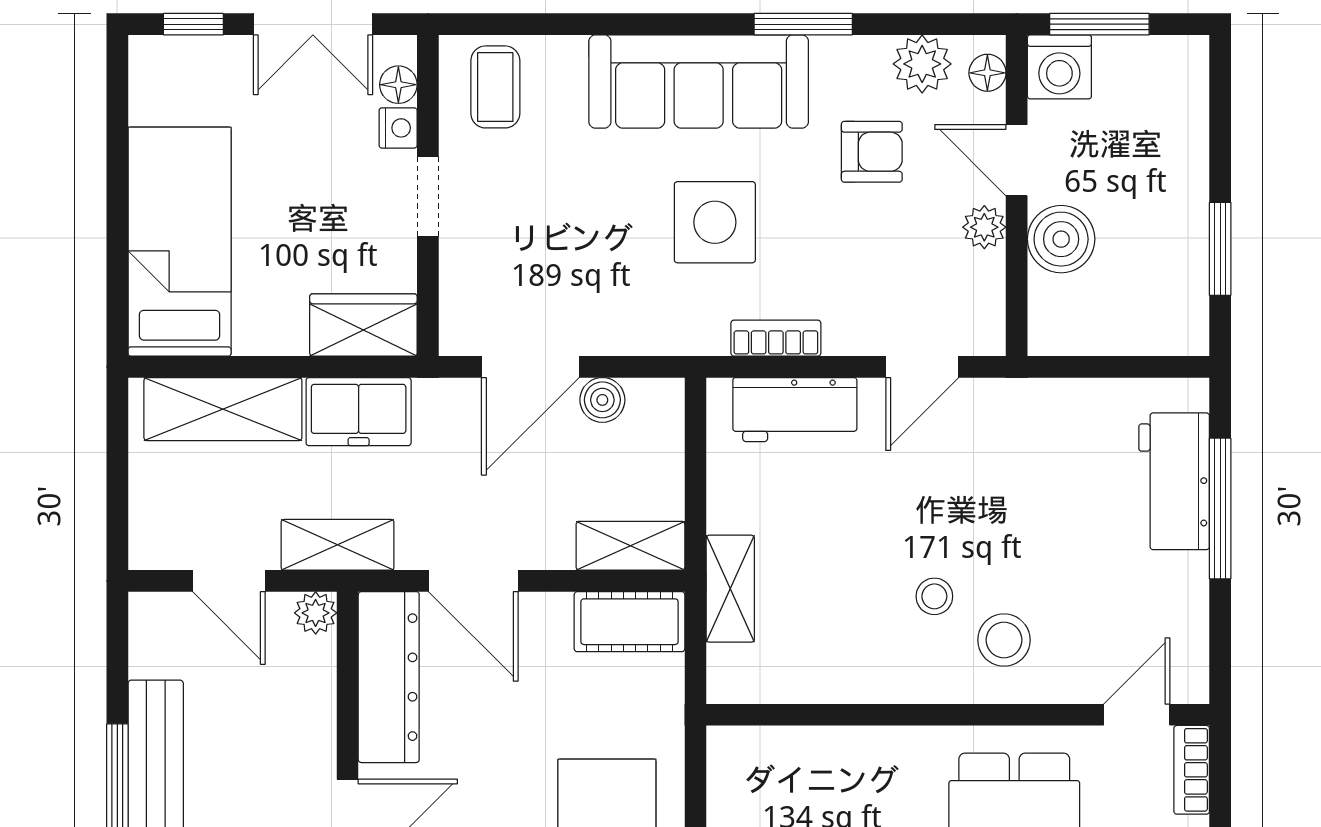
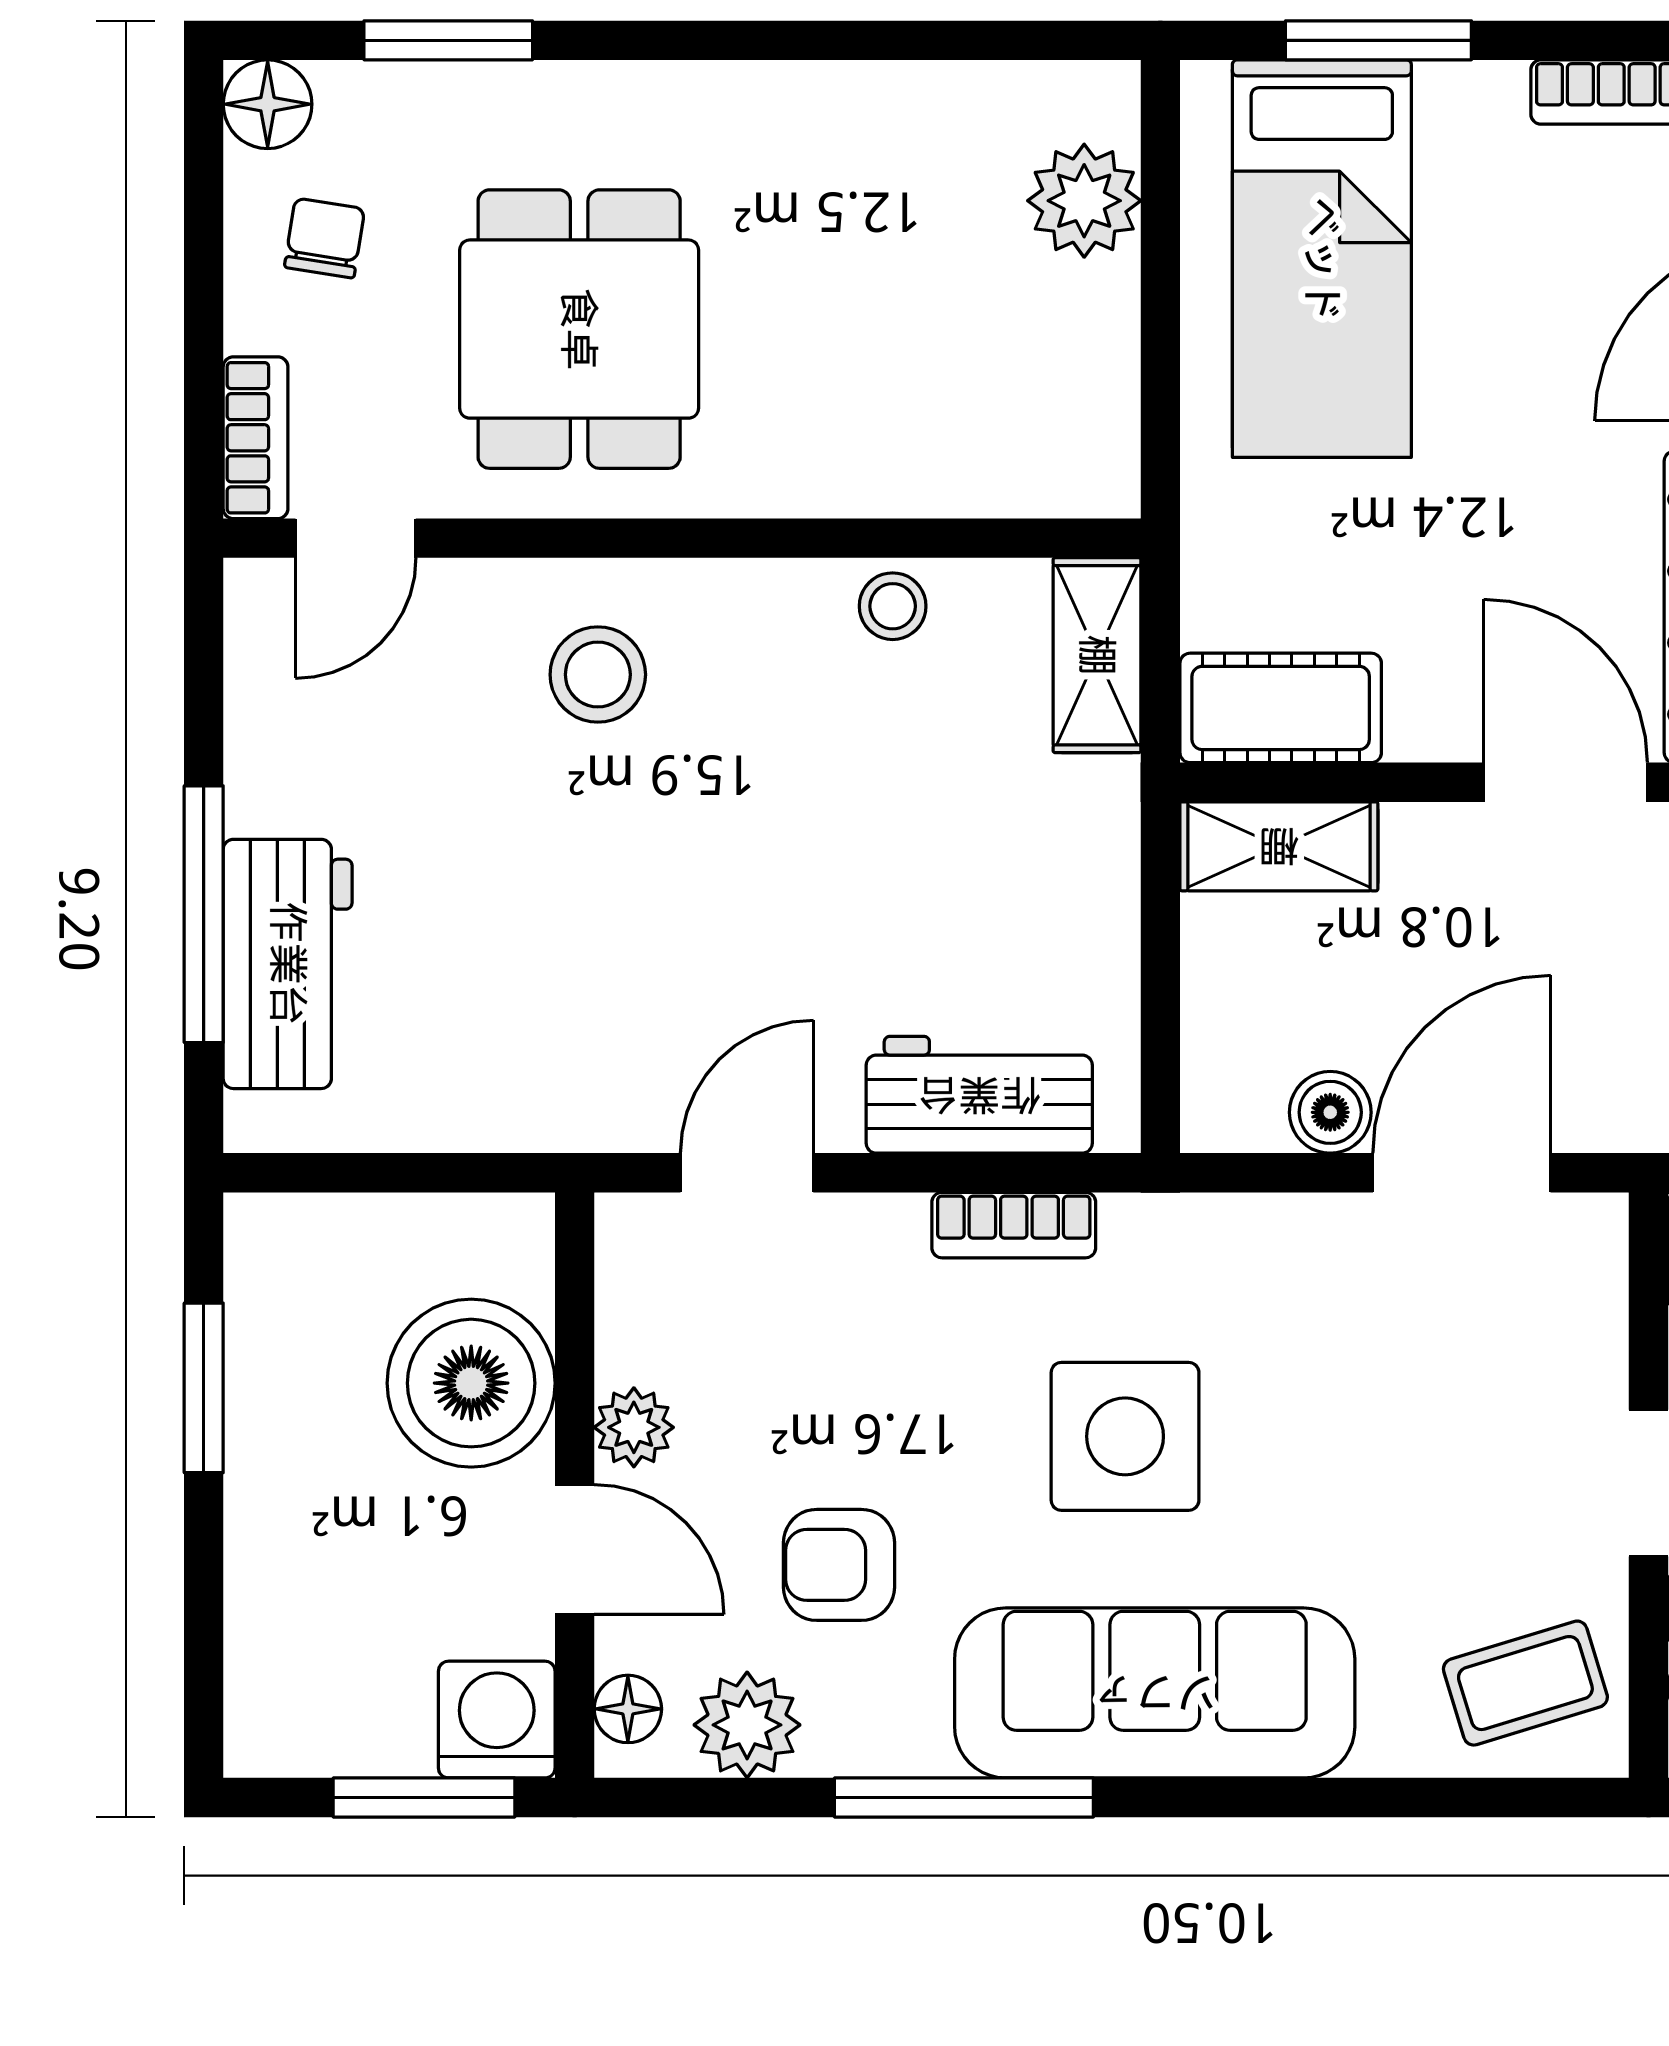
window: (803, 24) -> (964, 1798), width x1.44
coffee table: (495, 87) -> (1525, 1683), turned 73
boiler: (1061, 239) -> (471, 1383), width x1.37, depth x1.37
shelving: (730, 589) -> (1097, 655), moved
stool: (934, 596) -> (893, 606), moved

